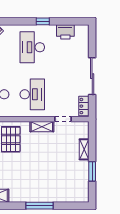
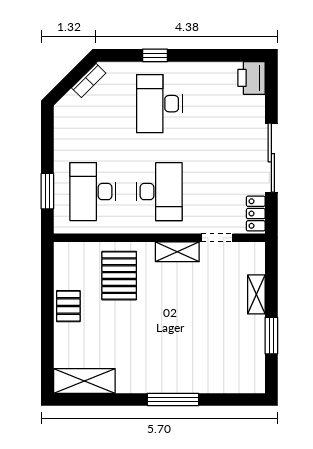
window: (43, 21) -> (155, 55), moved
printer: (65, 32) -> (252, 78), moved, turned 90

